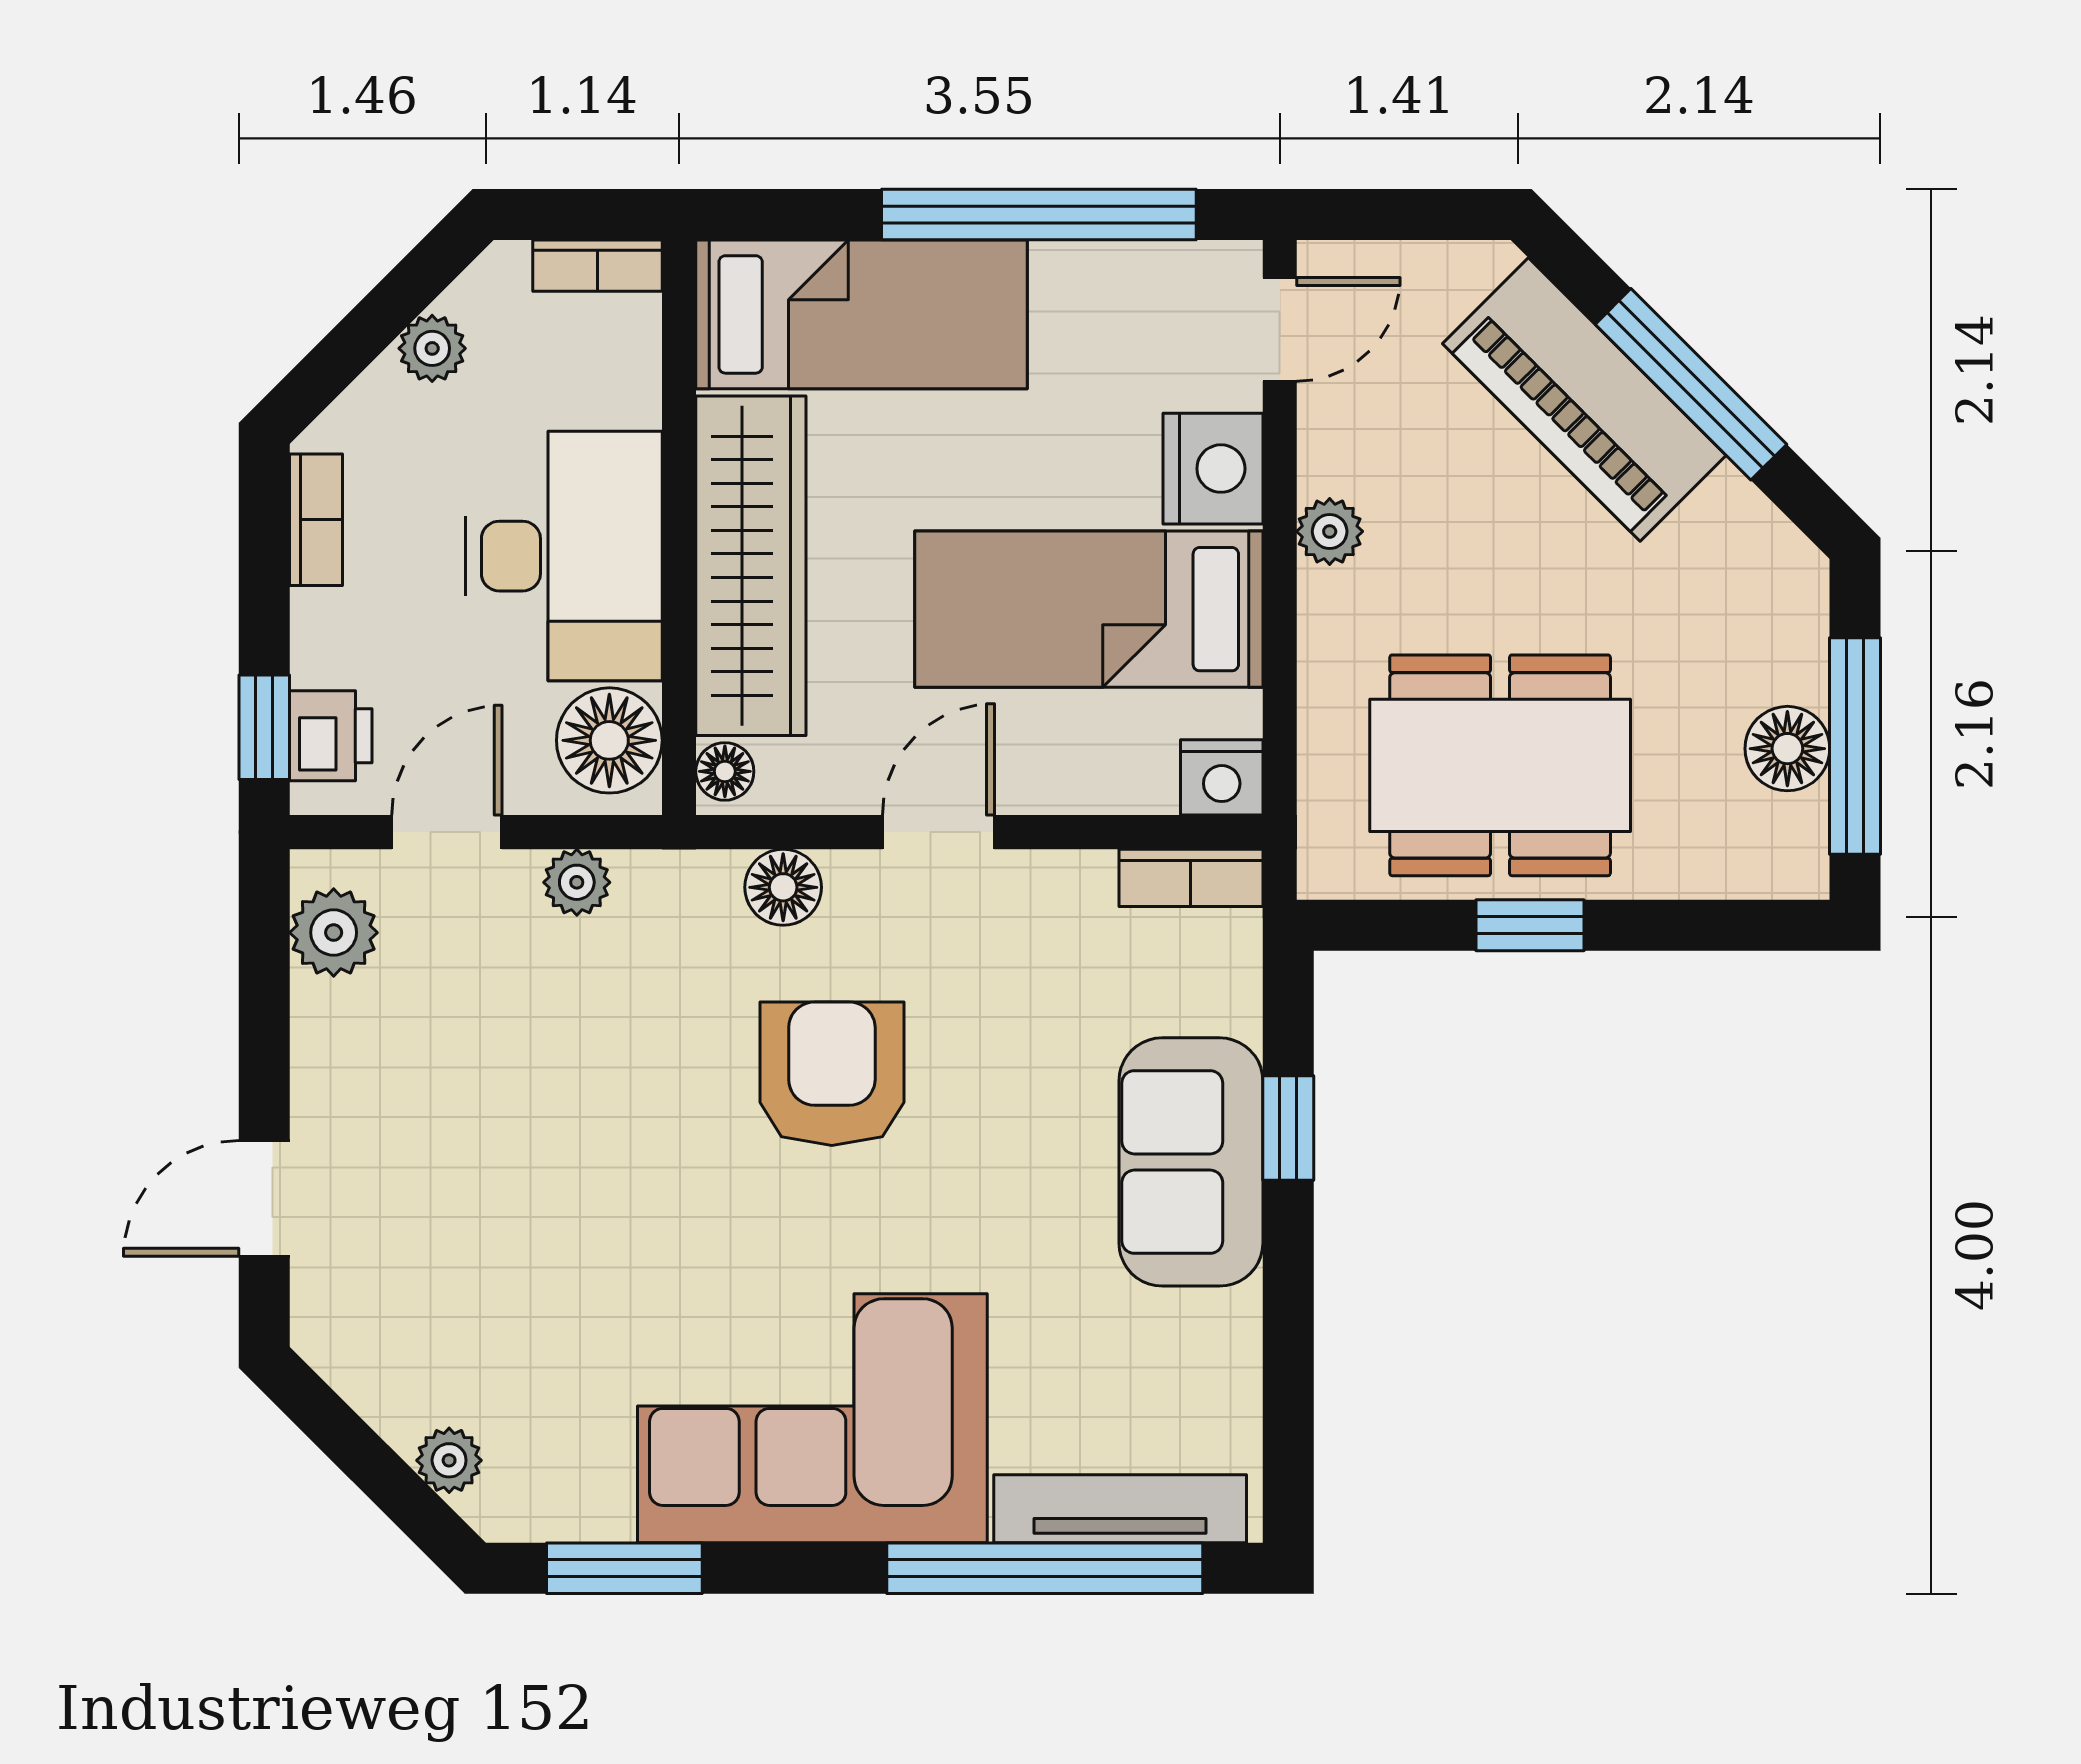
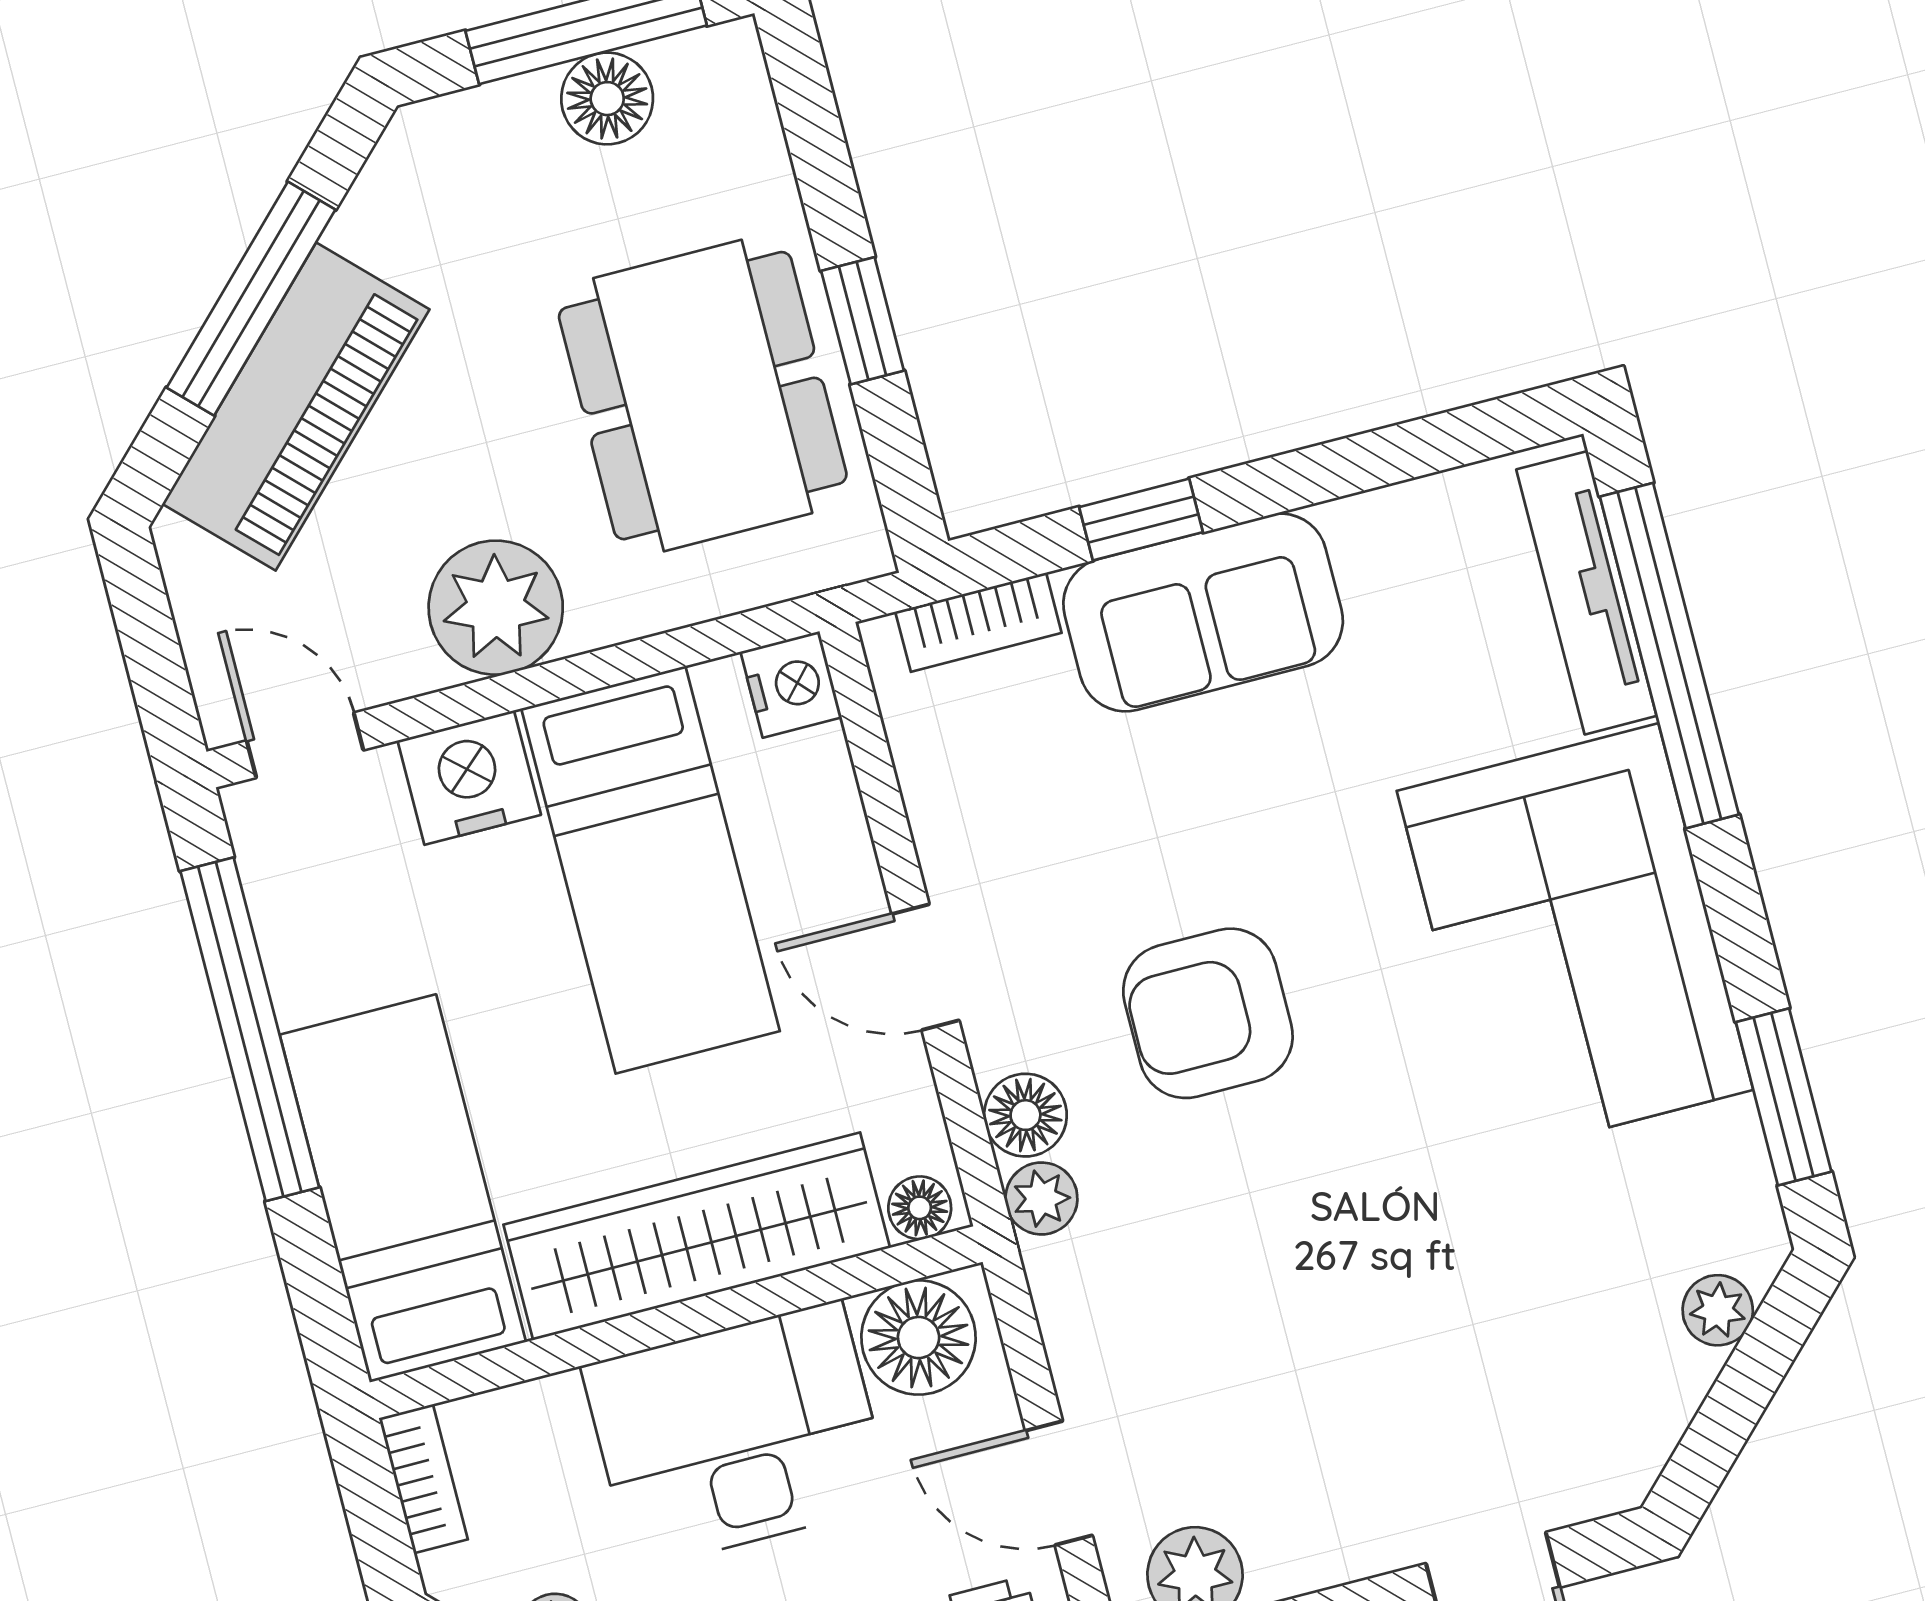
plant: (1330, 531) -> (496, 608), width x1.87, depth x1.87
bookcase: (1191, 878) -> (978, 622), moved, turned 90
plant: (577, 882) -> (1041, 1198), moved

